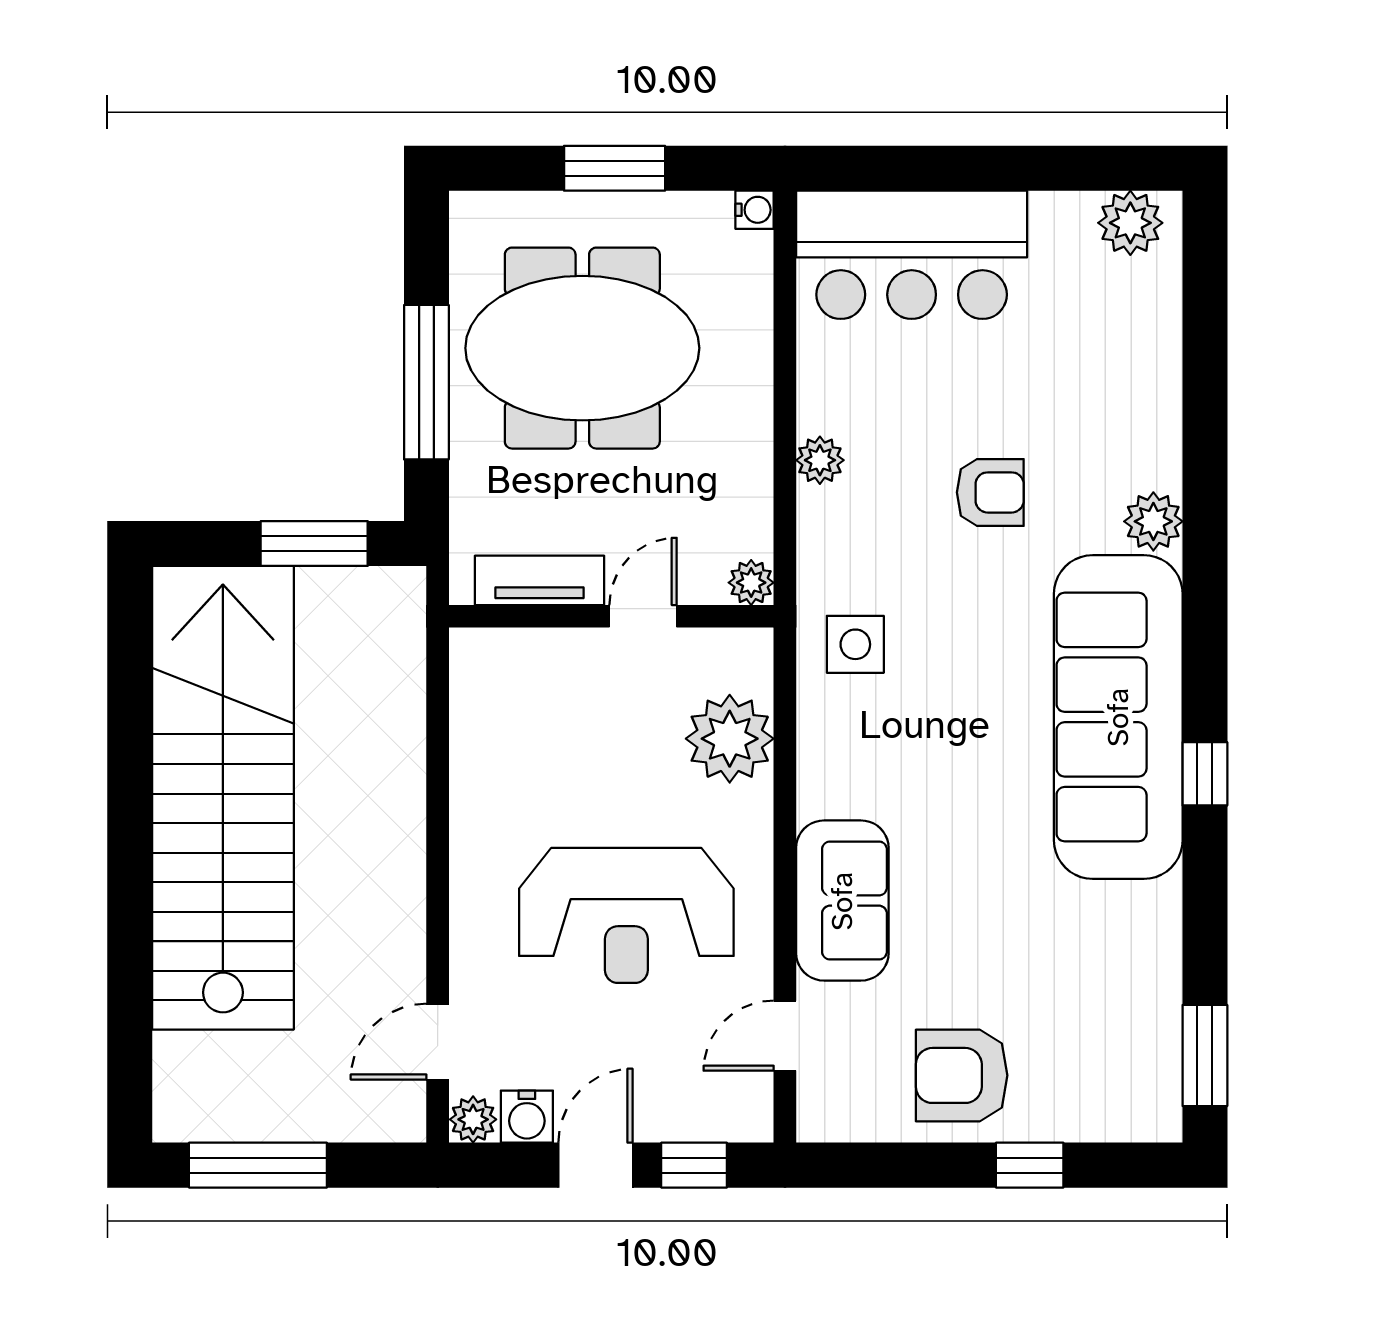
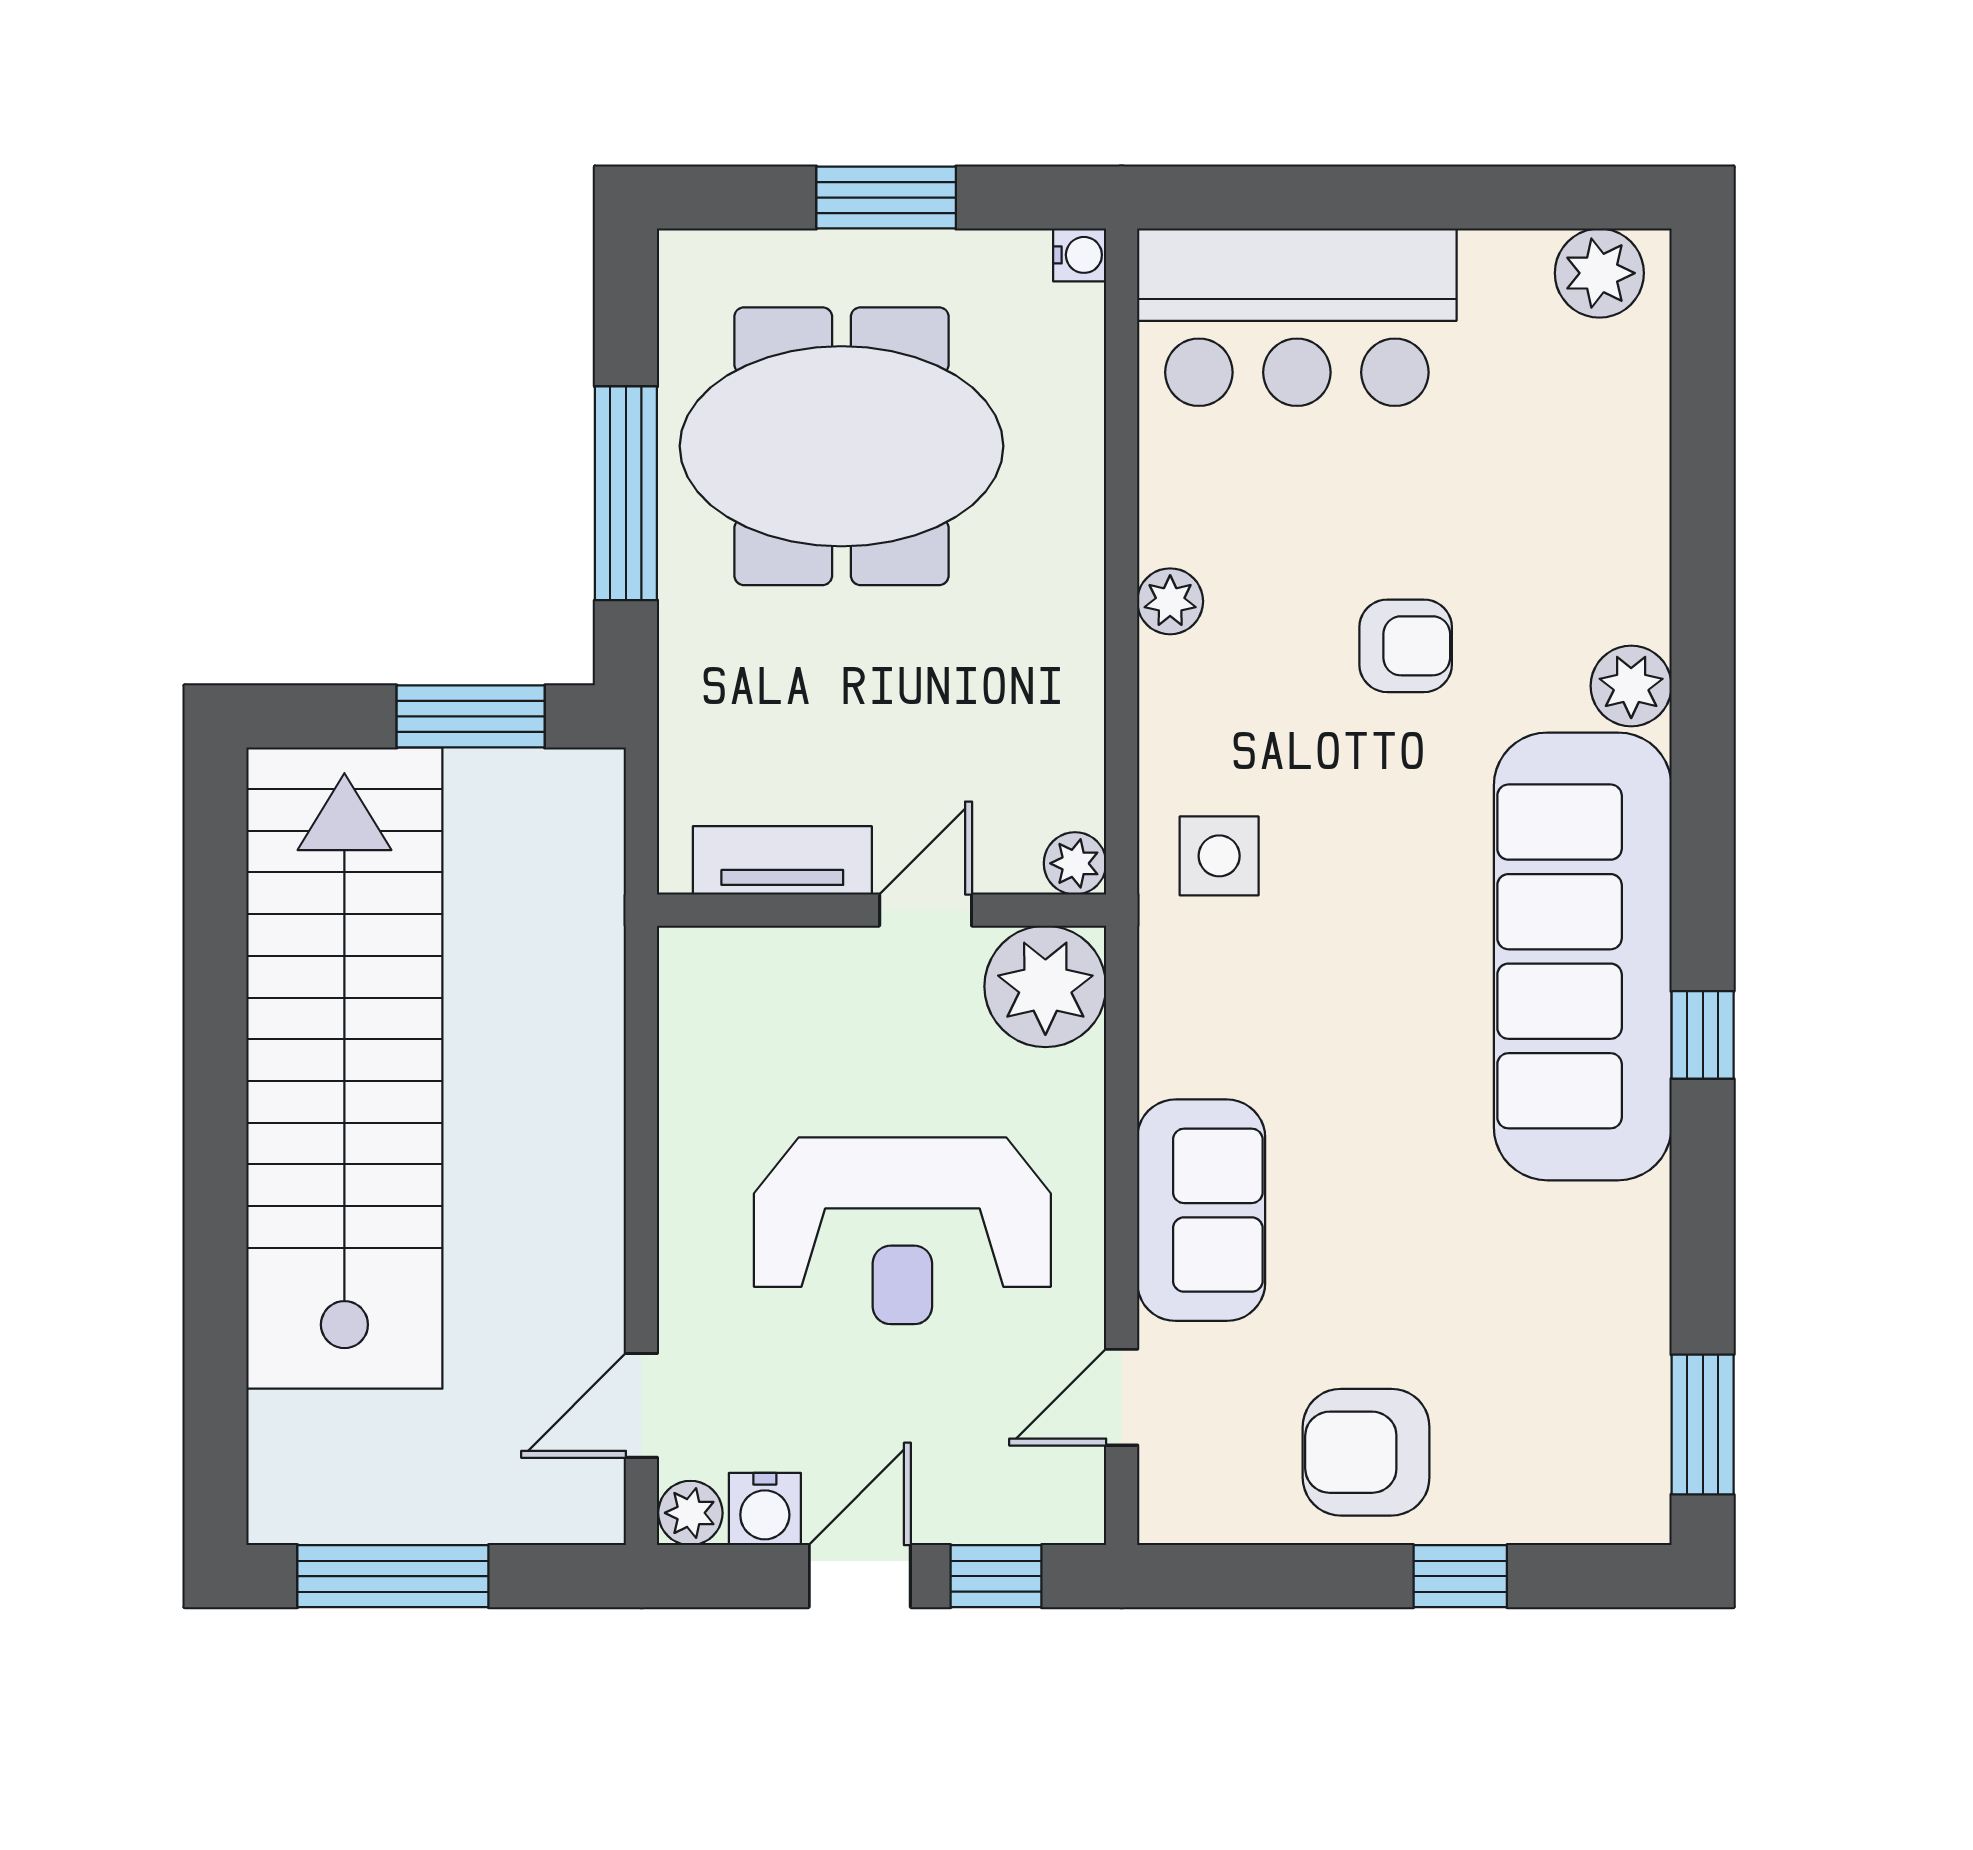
tv unit: (540, 580) -> (782, 860), moved
plant: (751, 583) -> (1075, 863), moved
wall: (611, 616) -> (882, 910), moved
door: (643, 616) -> (926, 910), moved

